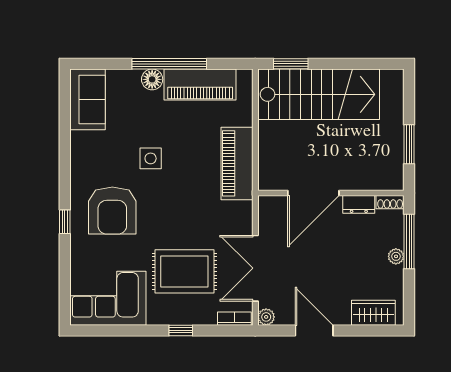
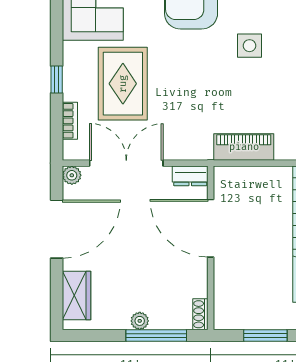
piano: (237, 163) -> (244, 147), width x0.73, depth x0.75
dresser: (359, 204) -> (190, 176), moved, turned -90
bookcase: (234, 319) -> (70, 121), moved
door: (314, 330) -> (57, 229), width x1.36

